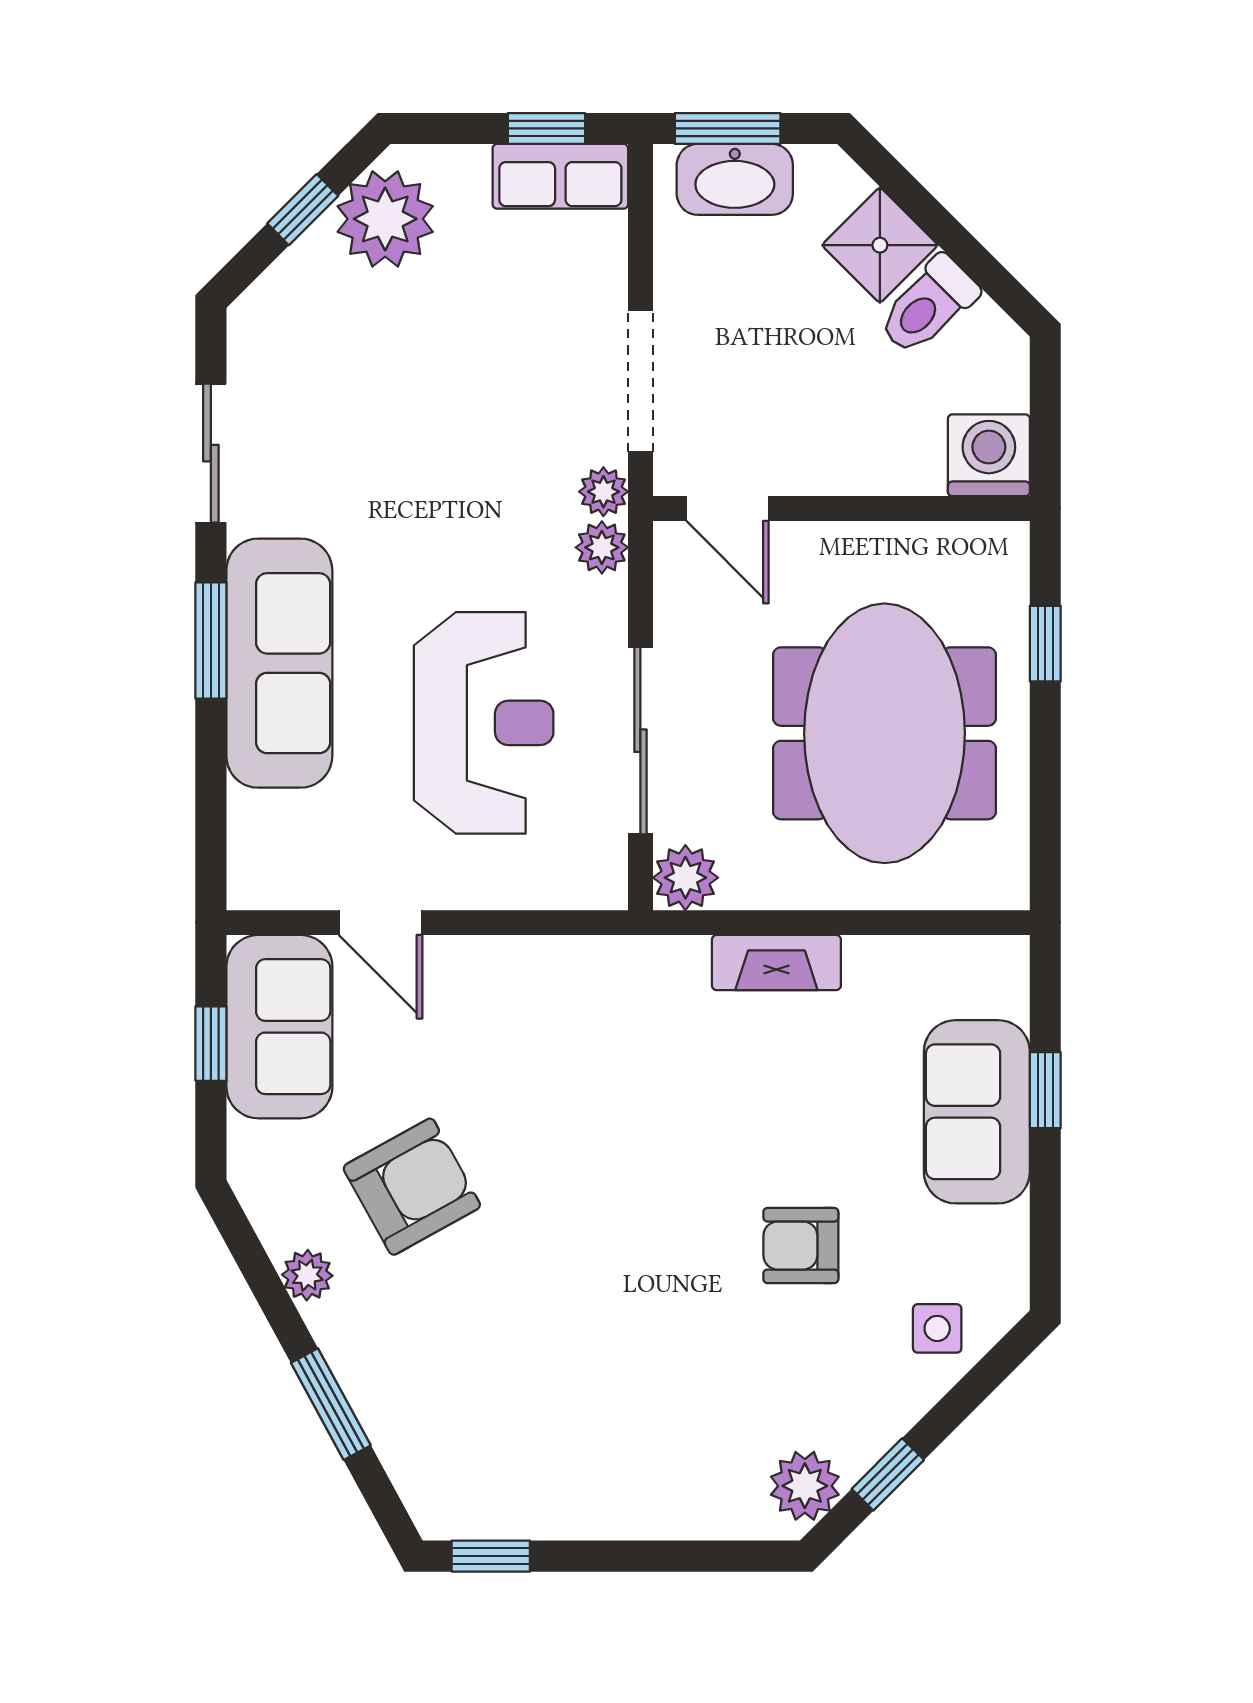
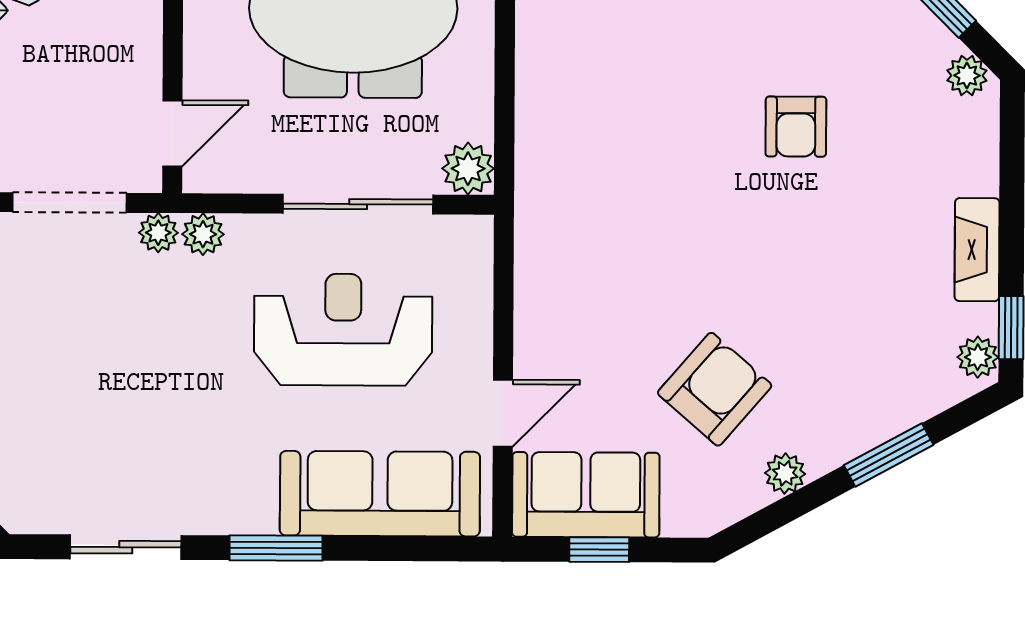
sofa: (279, 663) -> (380, 494), moved
fireplace: (776, 963) -> (977, 250), moved, turned 180
armchair: (412, 1187) -> (715, 389), turned 70
armchair: (801, 1246) -> (796, 127), moved
plant: (805, 1486) -> (967, 76), width x0.73, depth x0.73
plant: (454, 1515) -> (978, 357), added

